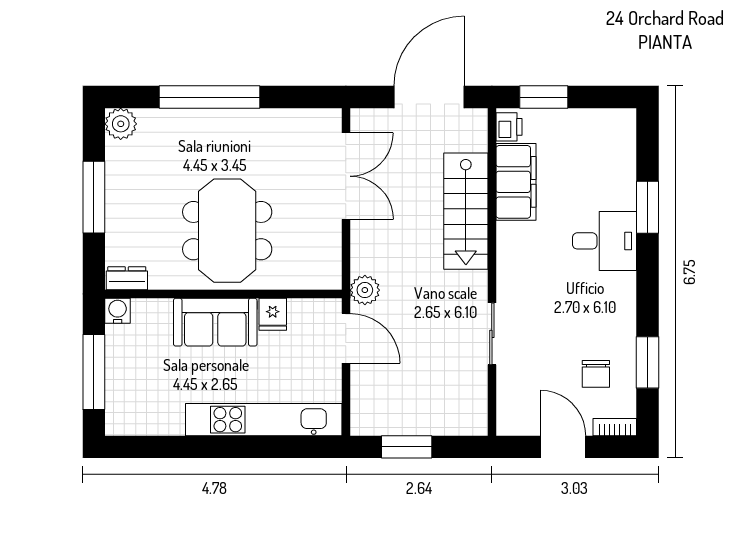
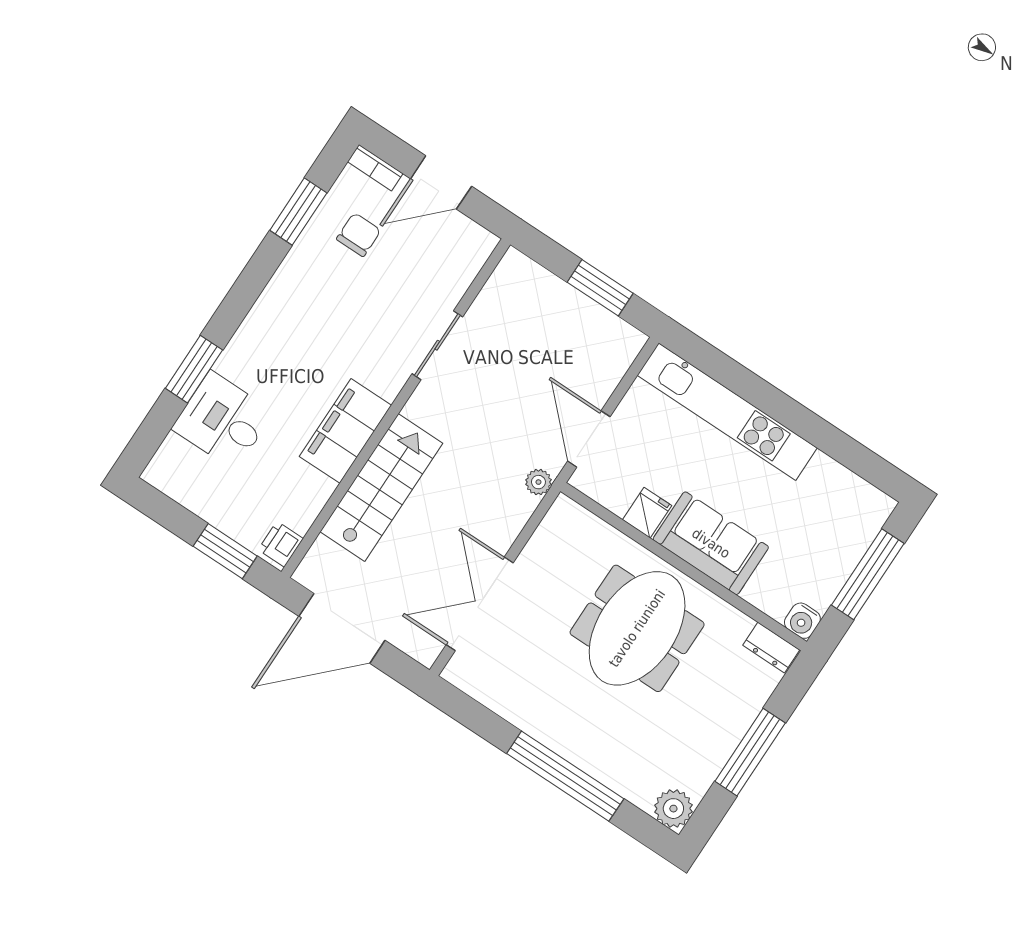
filing cabinet: (516, 182) -> (345, 431), moved
desk: (605, 241) -> (223, 420), moved
plant: (365, 290) -> (538, 482), width x0.73, depth x0.73
door: (563, 447) -> (441, 182), hinge flipped

